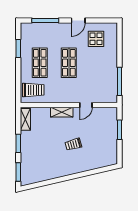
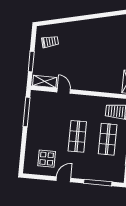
door: (86, 105) -> (64, 91), hinge flipped
shelving: (62, 112) -> (45, 82), moved
trolley: (73, 144) -> (50, 42), moved

